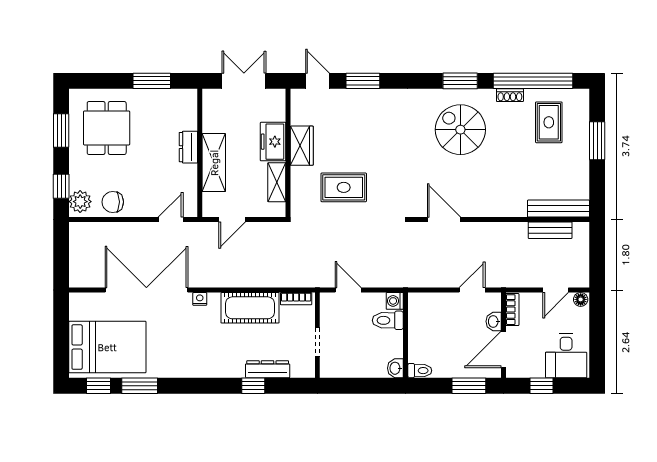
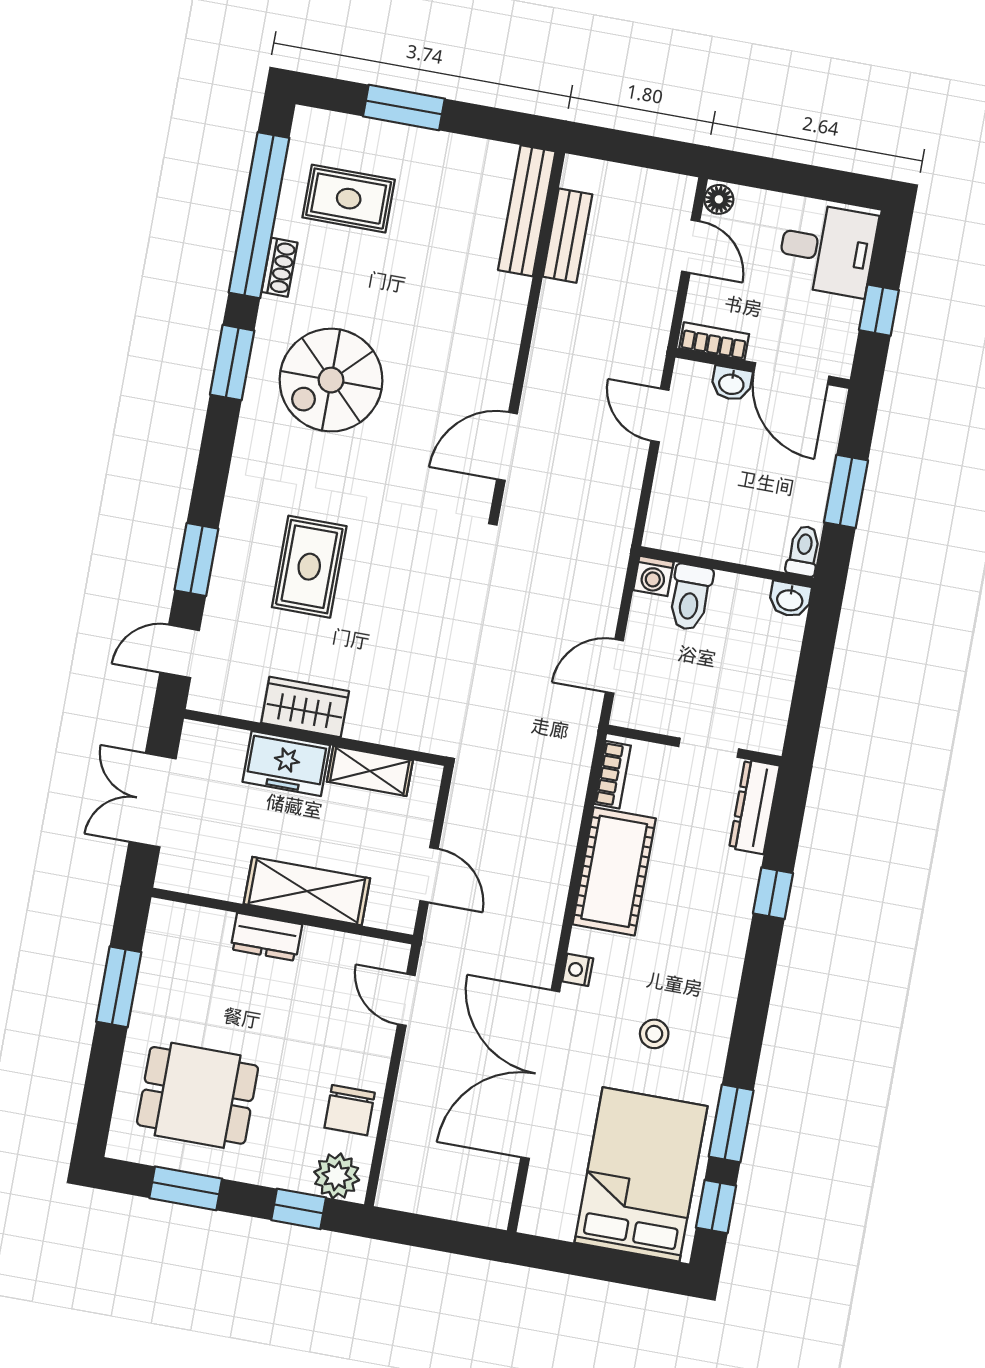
rug: (344, 187) -> (309, 567), moved
stool: (176, 341) -> (654, 1034), added
dresser: (268, 369) -> (754, 807), moved
window: (469, 386) -> (846, 491), moved

